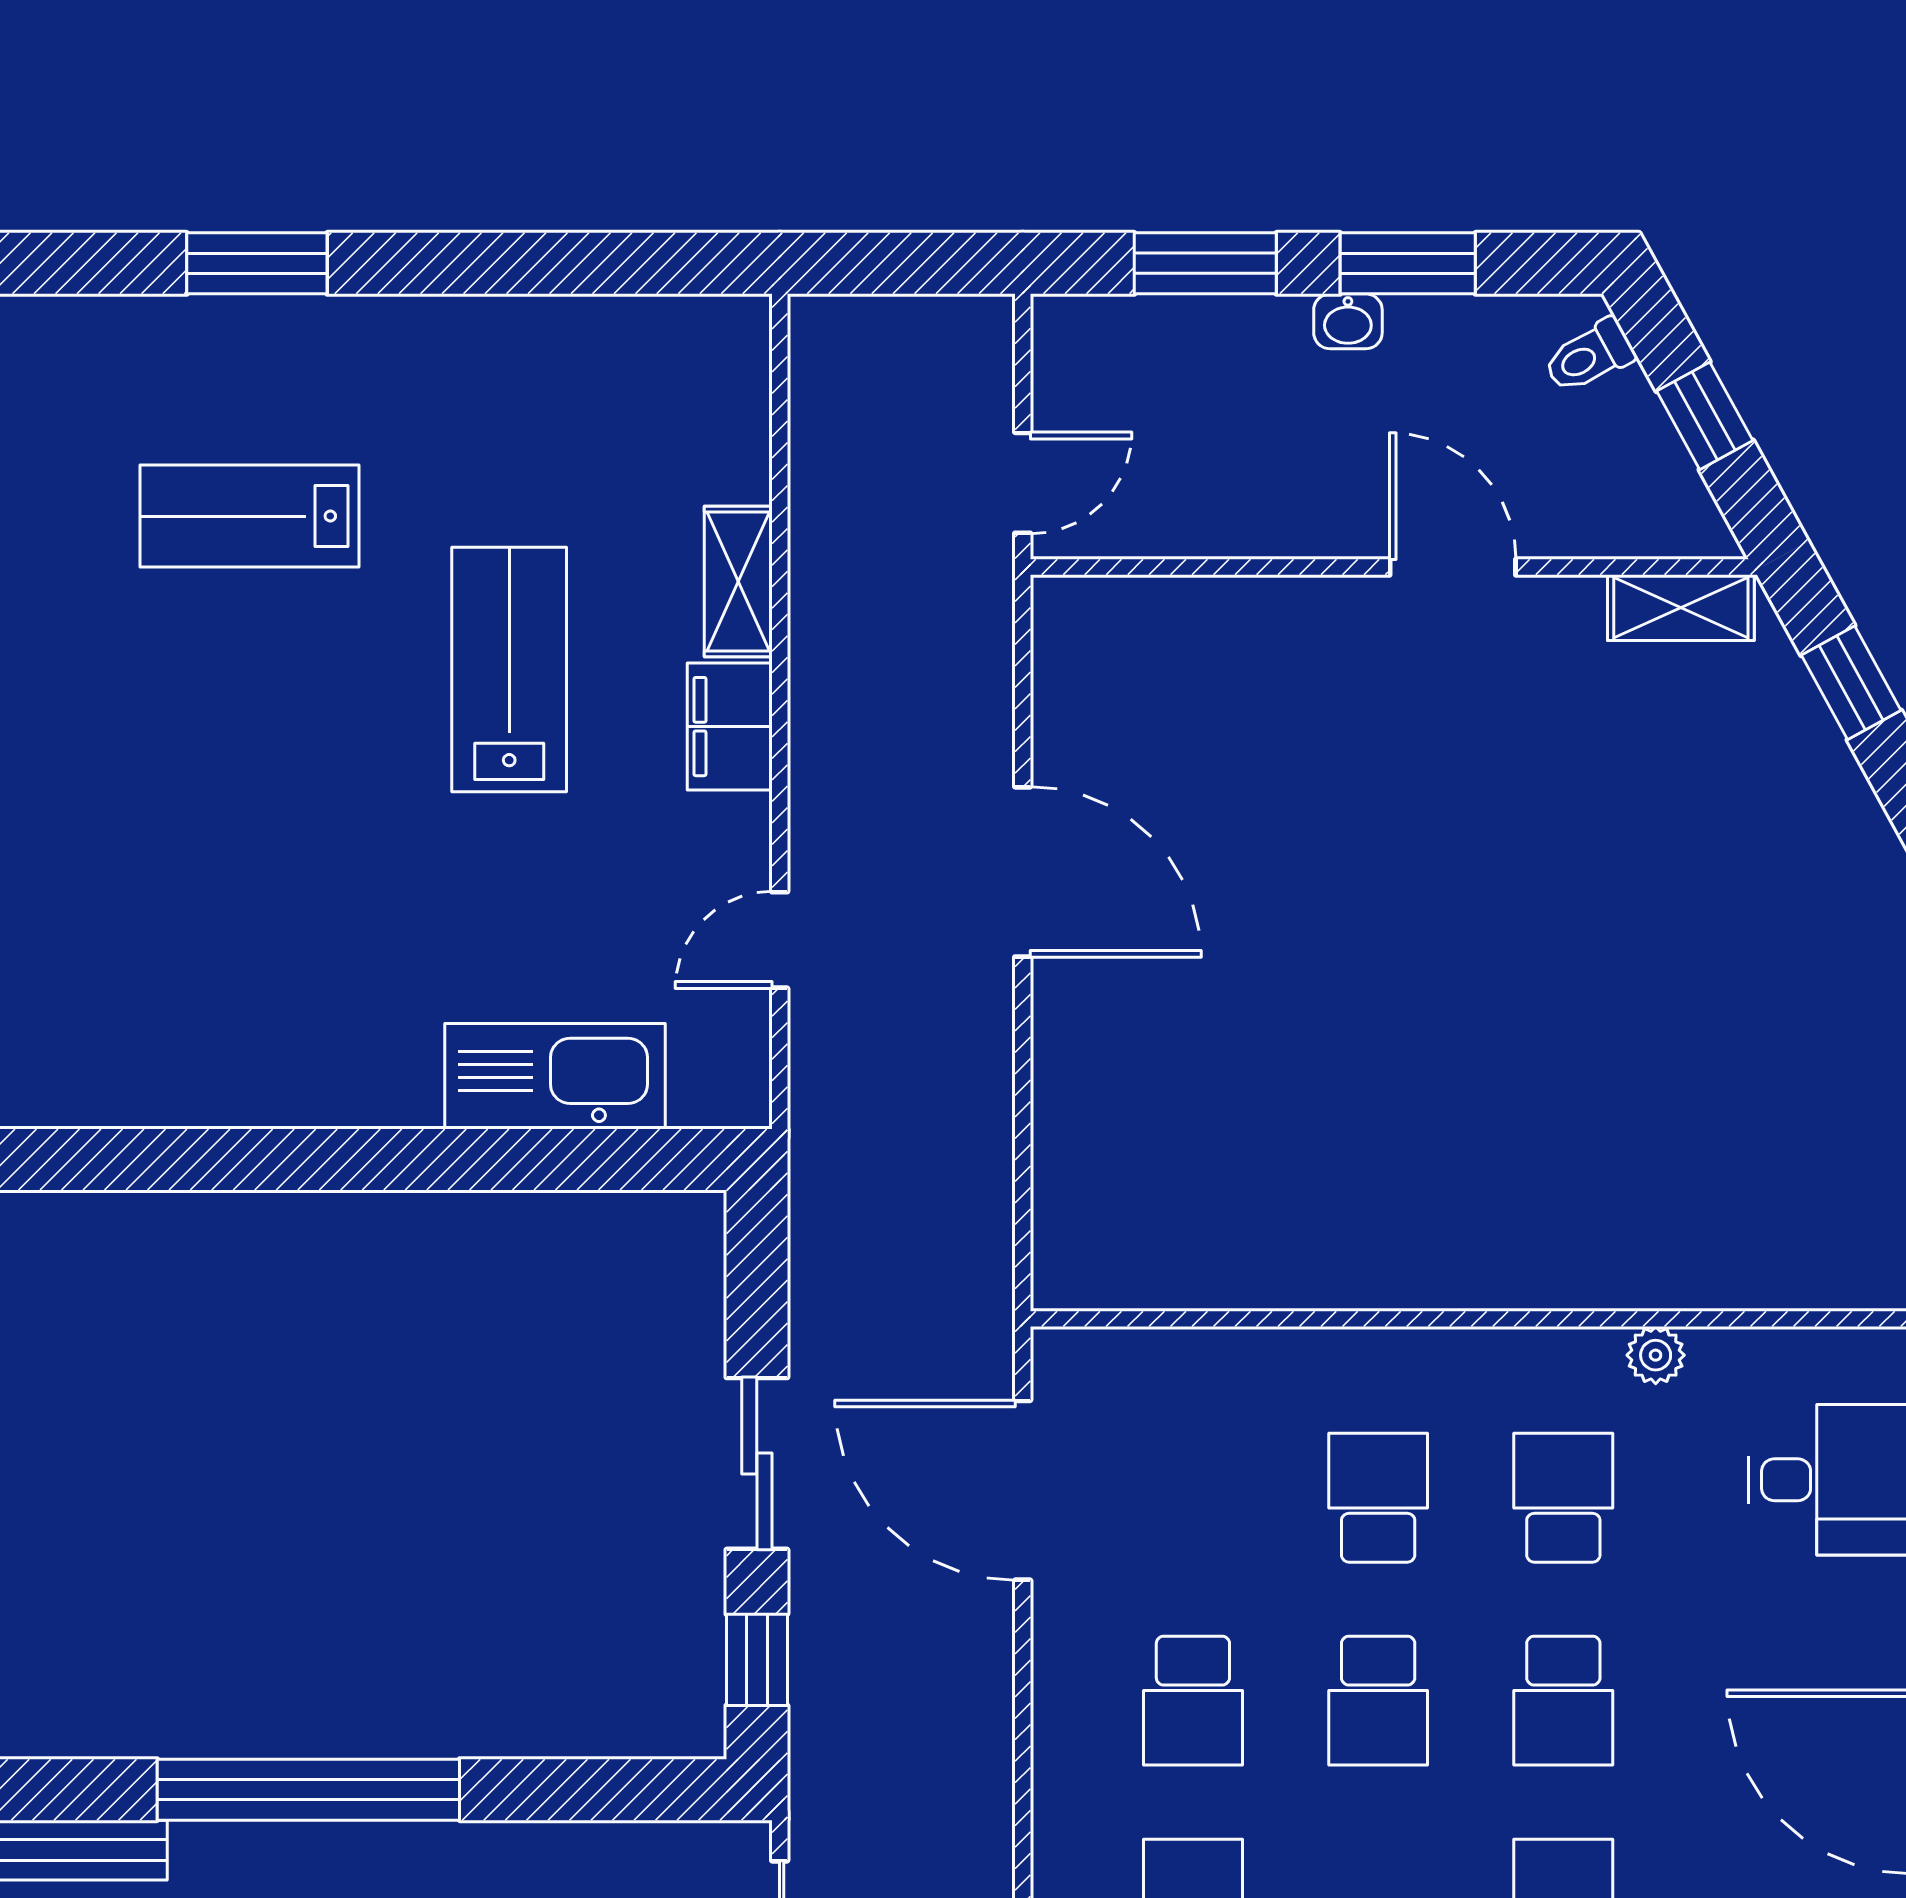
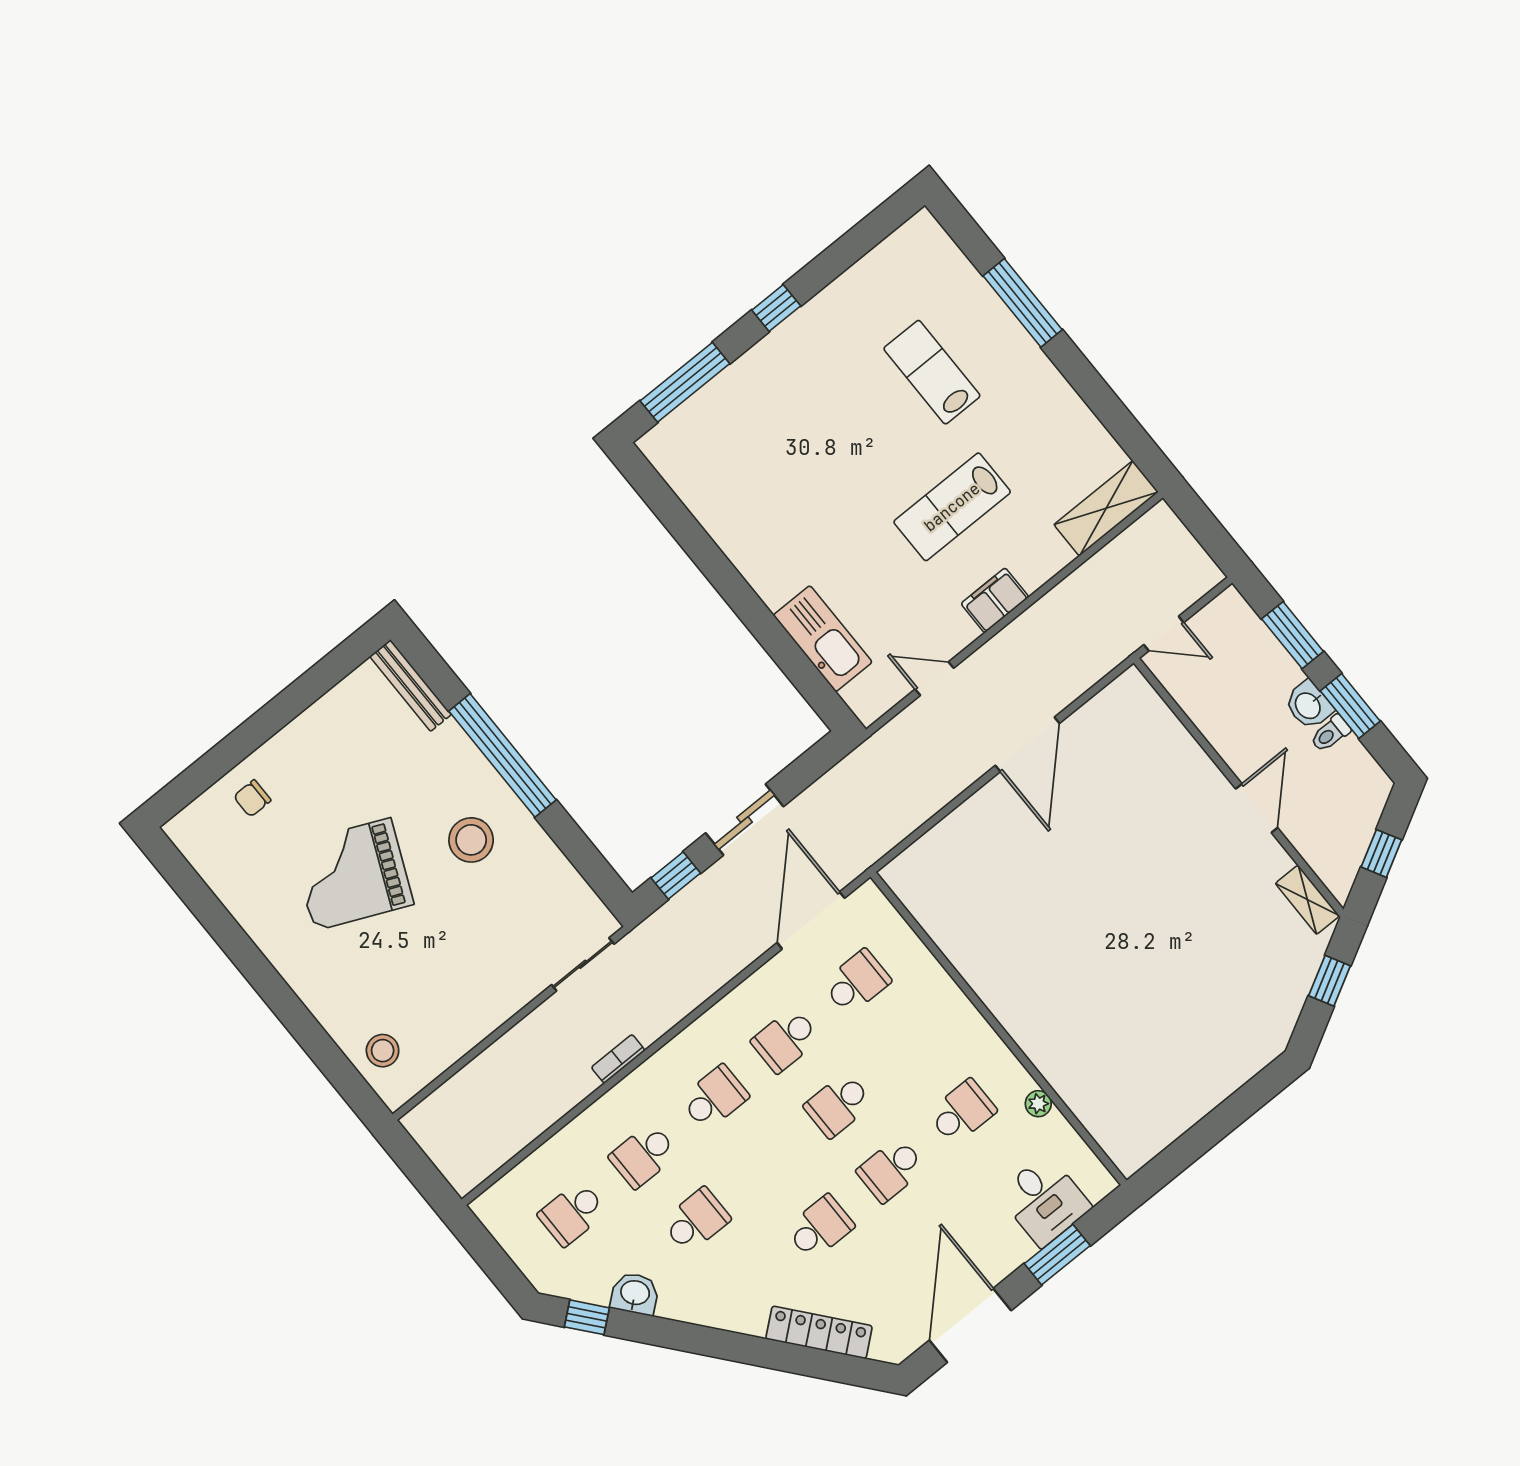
window: (257, 263) -> (1023, 303), width x1.44
washbasin: (1348, 321) -> (1309, 705), width x1.38, depth x1.45
toilet: (1589, 356) -> (1330, 734), moved, turned -61
shelving: (738, 581) -> (1106, 508), moved, width x1.50, depth x1.33
lab bench: (509, 670) -> (952, 507), turned 180
school desk: (1378, 1498) -> (857, 982), moved

